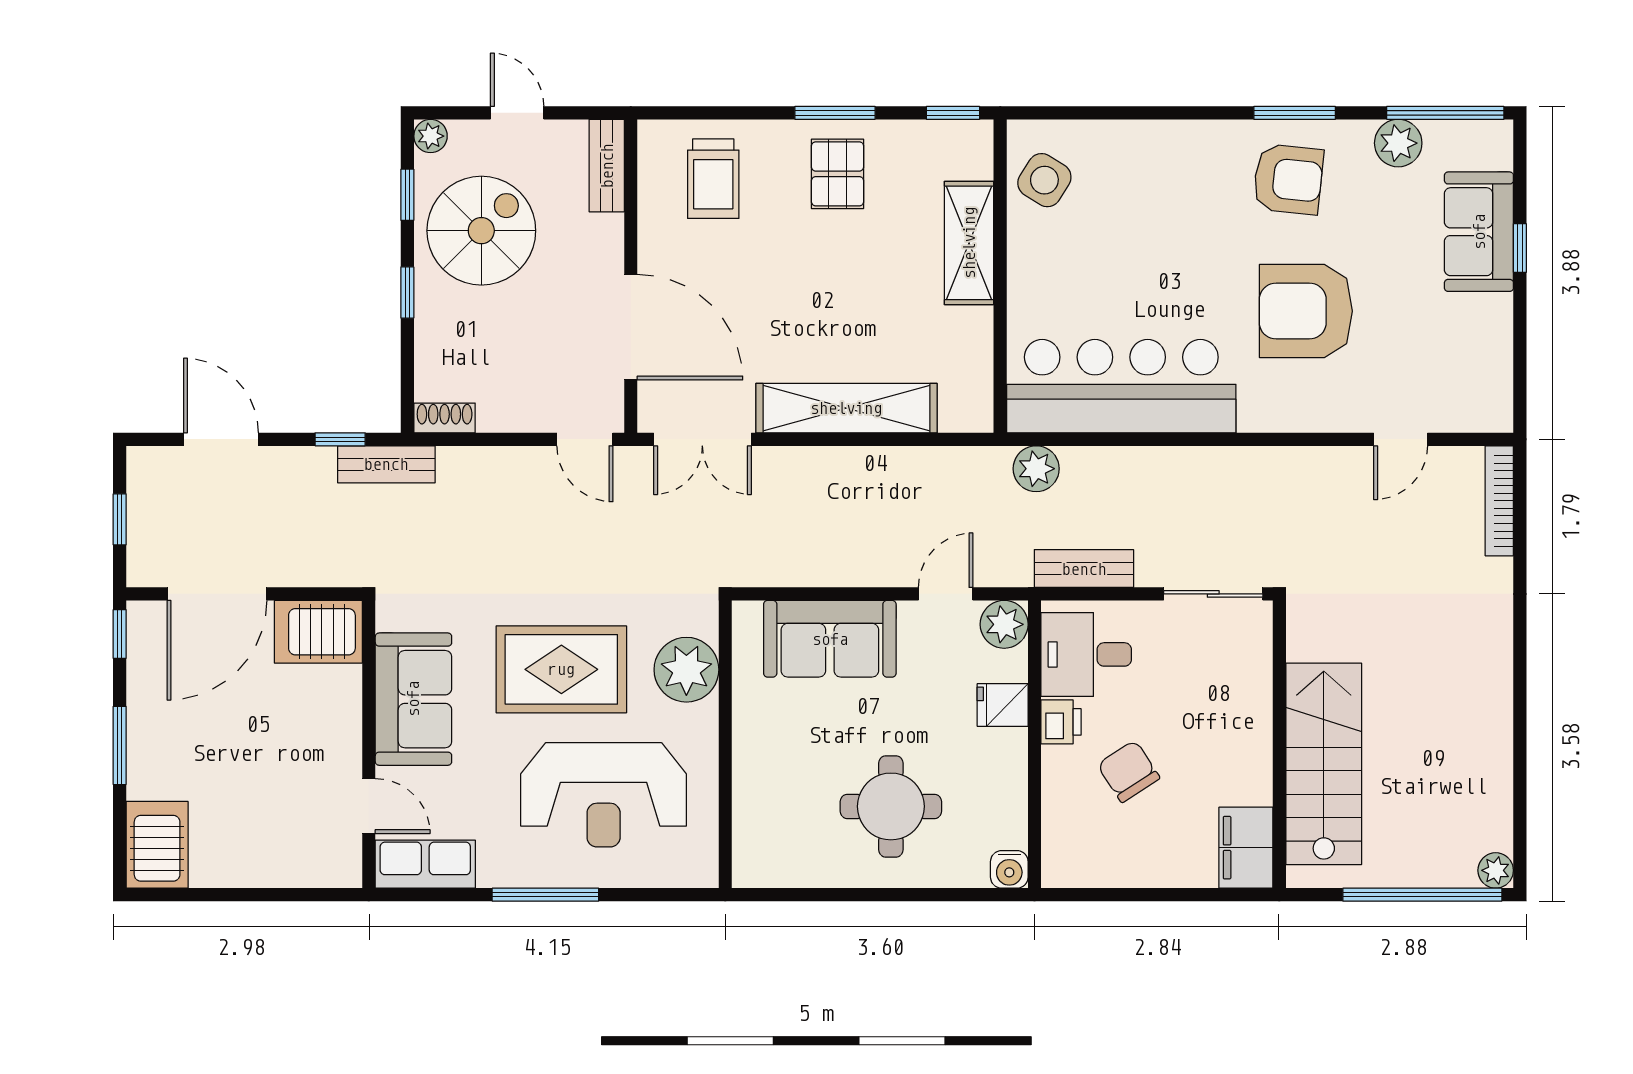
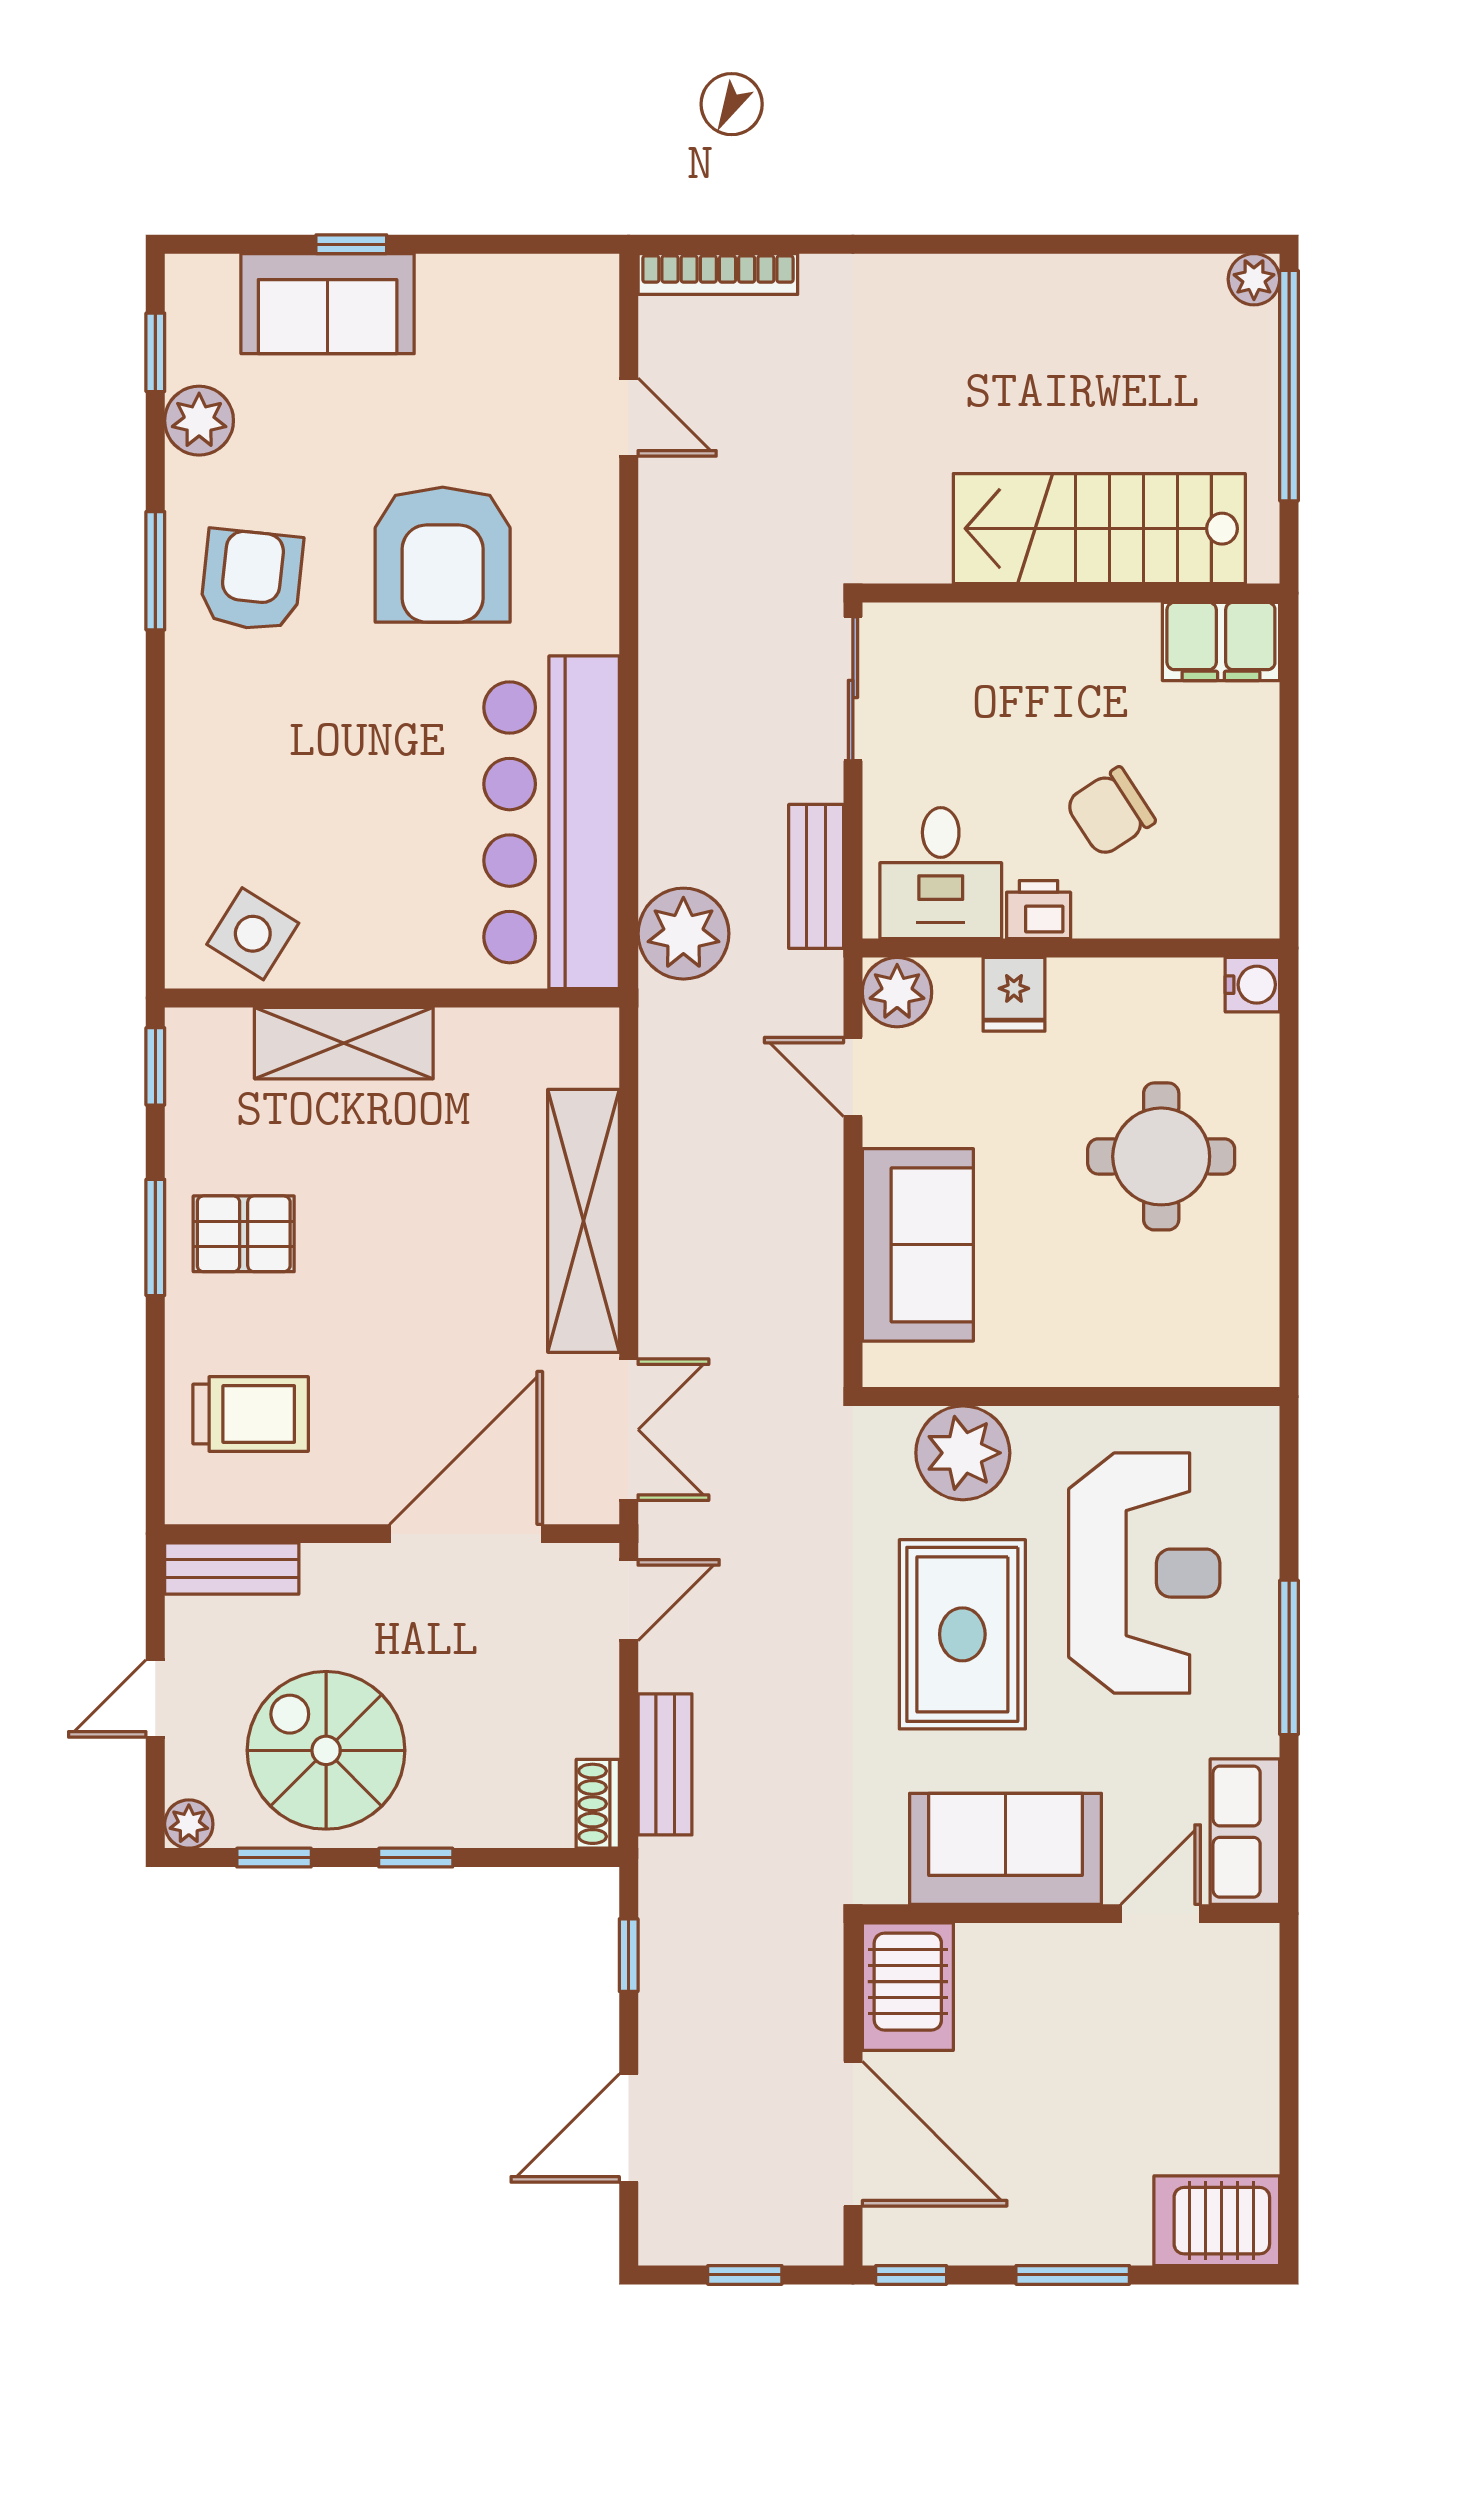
window: (1445, 113) -> (155, 352), width x0.46
bench: (386, 464) -> (665, 1764), moved
plant: (1036, 469) -> (683, 934), width x1.36, depth x1.36

